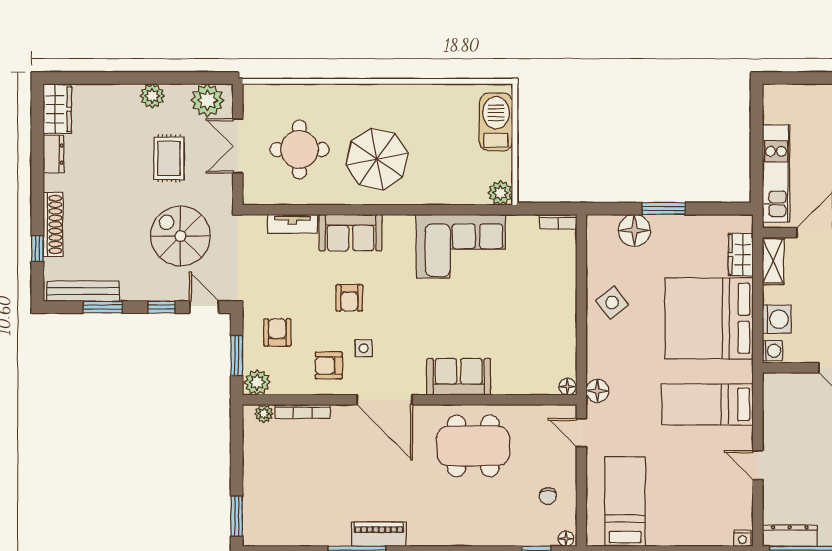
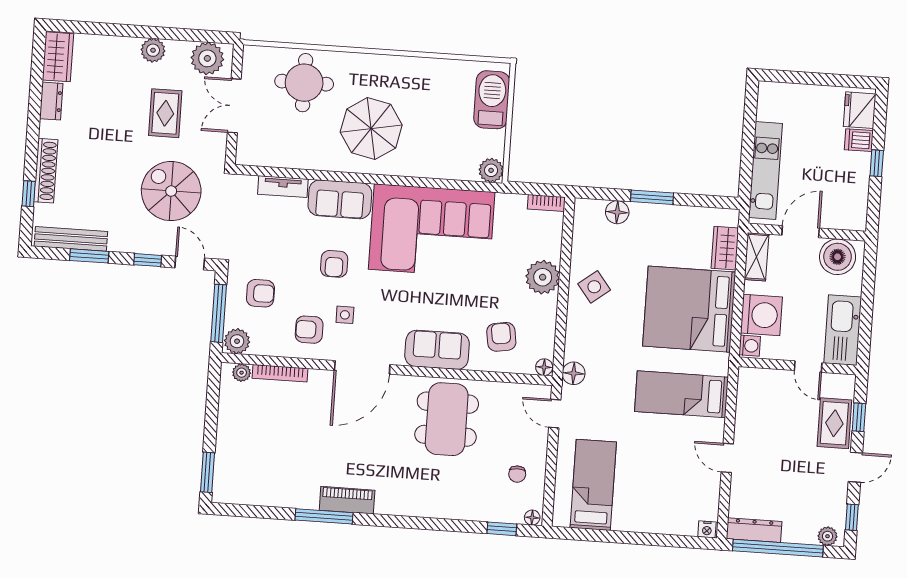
round table: (299, 150) -> (304, 83), moved
floor lamp: (634, 230) -> (617, 212), width x0.73, depth x0.73
corner sofa: (461, 246) -> (432, 231), width x1.36, depth x1.36
plant: (560, 296) -> (543, 277), added
washing machine: (777, 319) -> (761, 315), width x1.37, depth x1.37
armchair: (277, 333) -> (260, 293), turned 90
window: (237, 356) -> (219, 313), width x1.44
armchair: (522, 359) -> (501, 337), added
door: (385, 400) -> (362, 367), hinge flipped
dining table: (473, 446) -> (447, 419), turned 90

